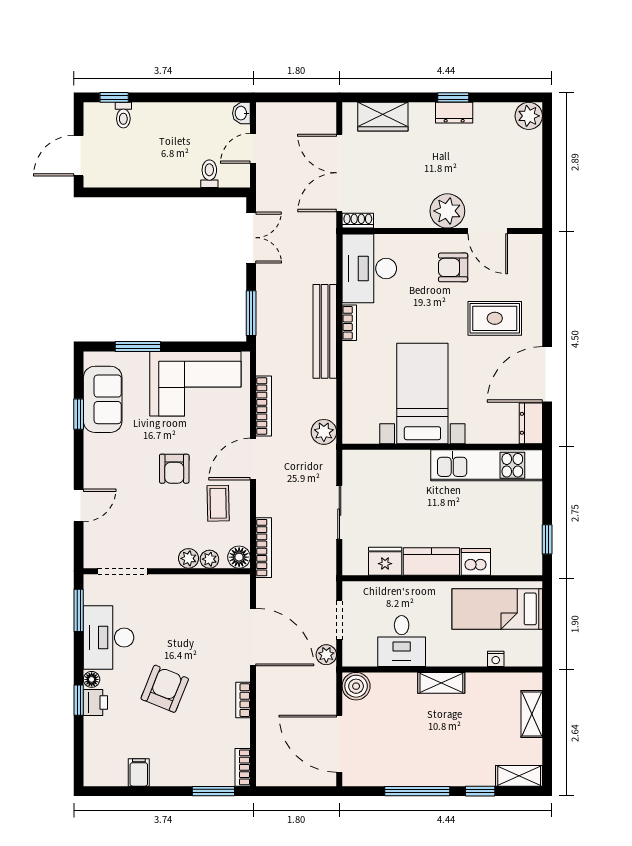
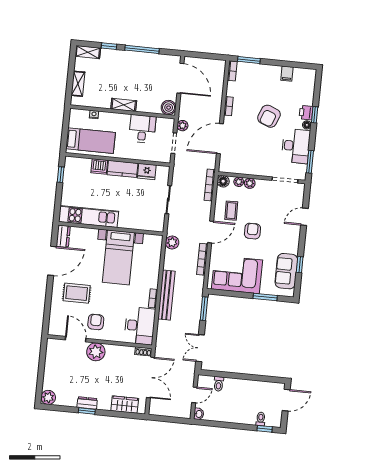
armchair: (453, 267) -> (96, 322), turned -90
door: (253, 637) -> (220, 139), hinge flipped

